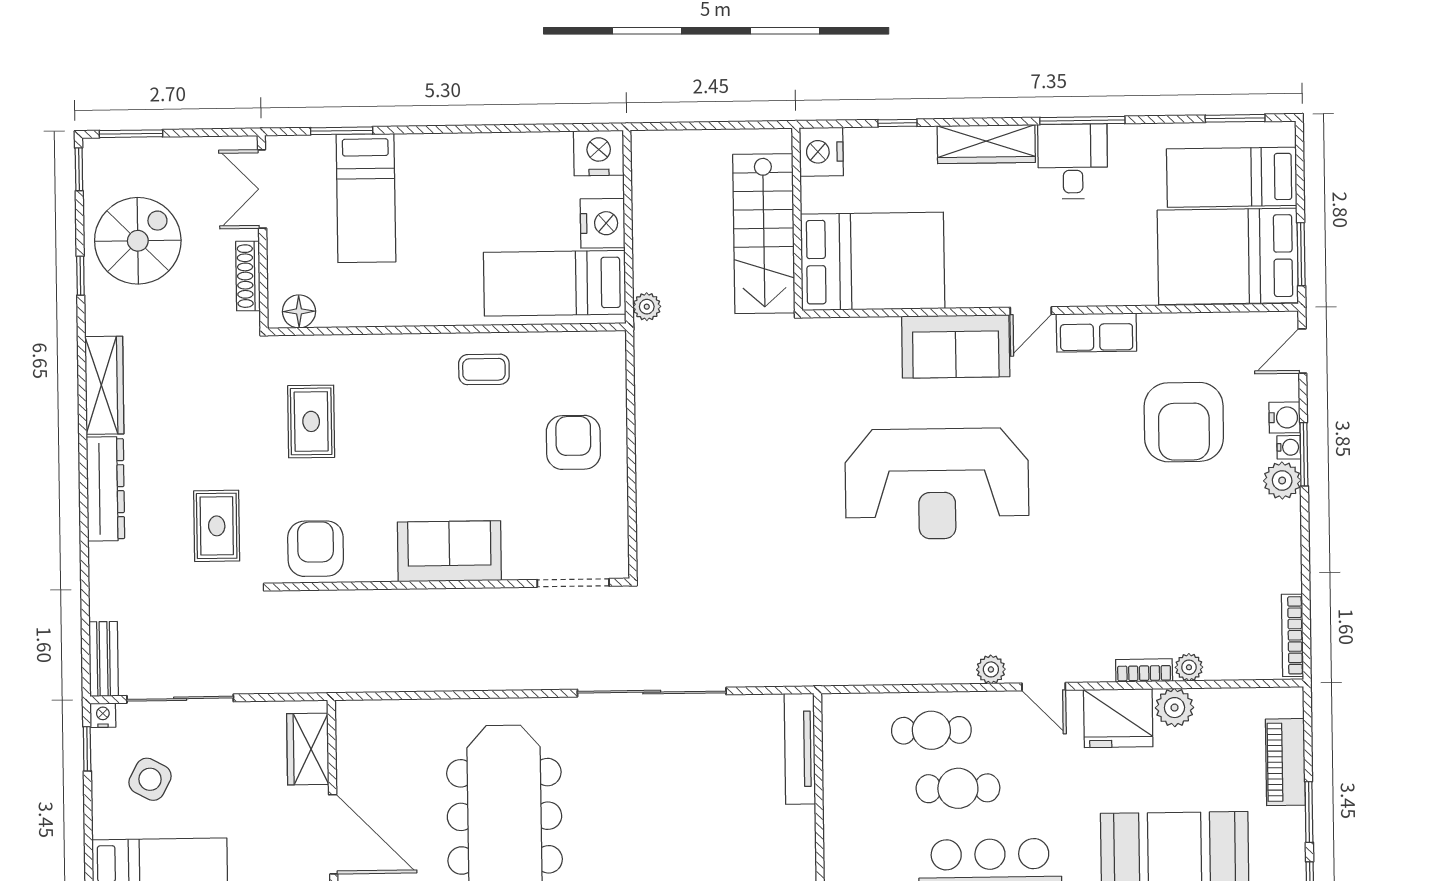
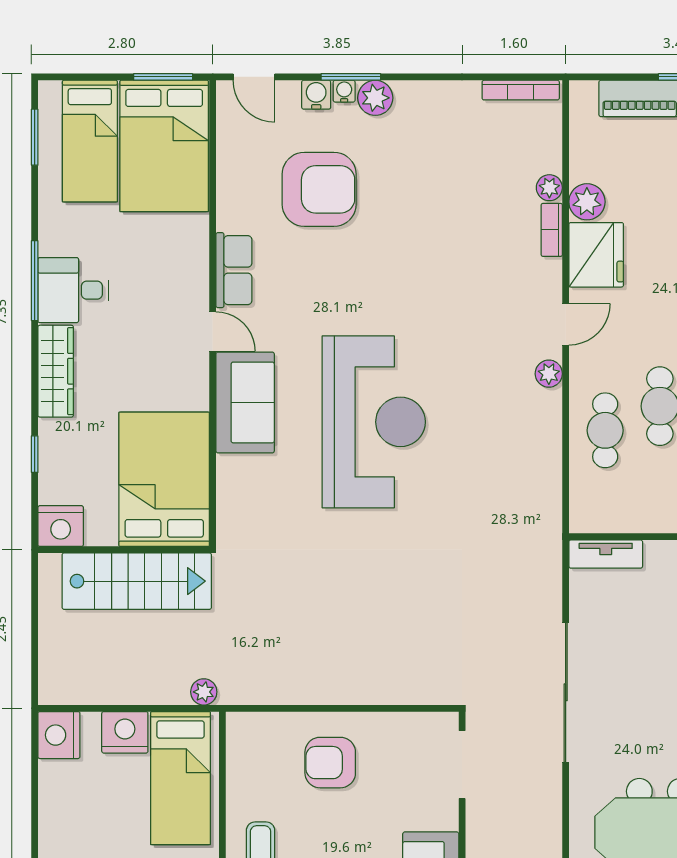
tv unit: (800, 749) -> (606, 554), width x0.71

